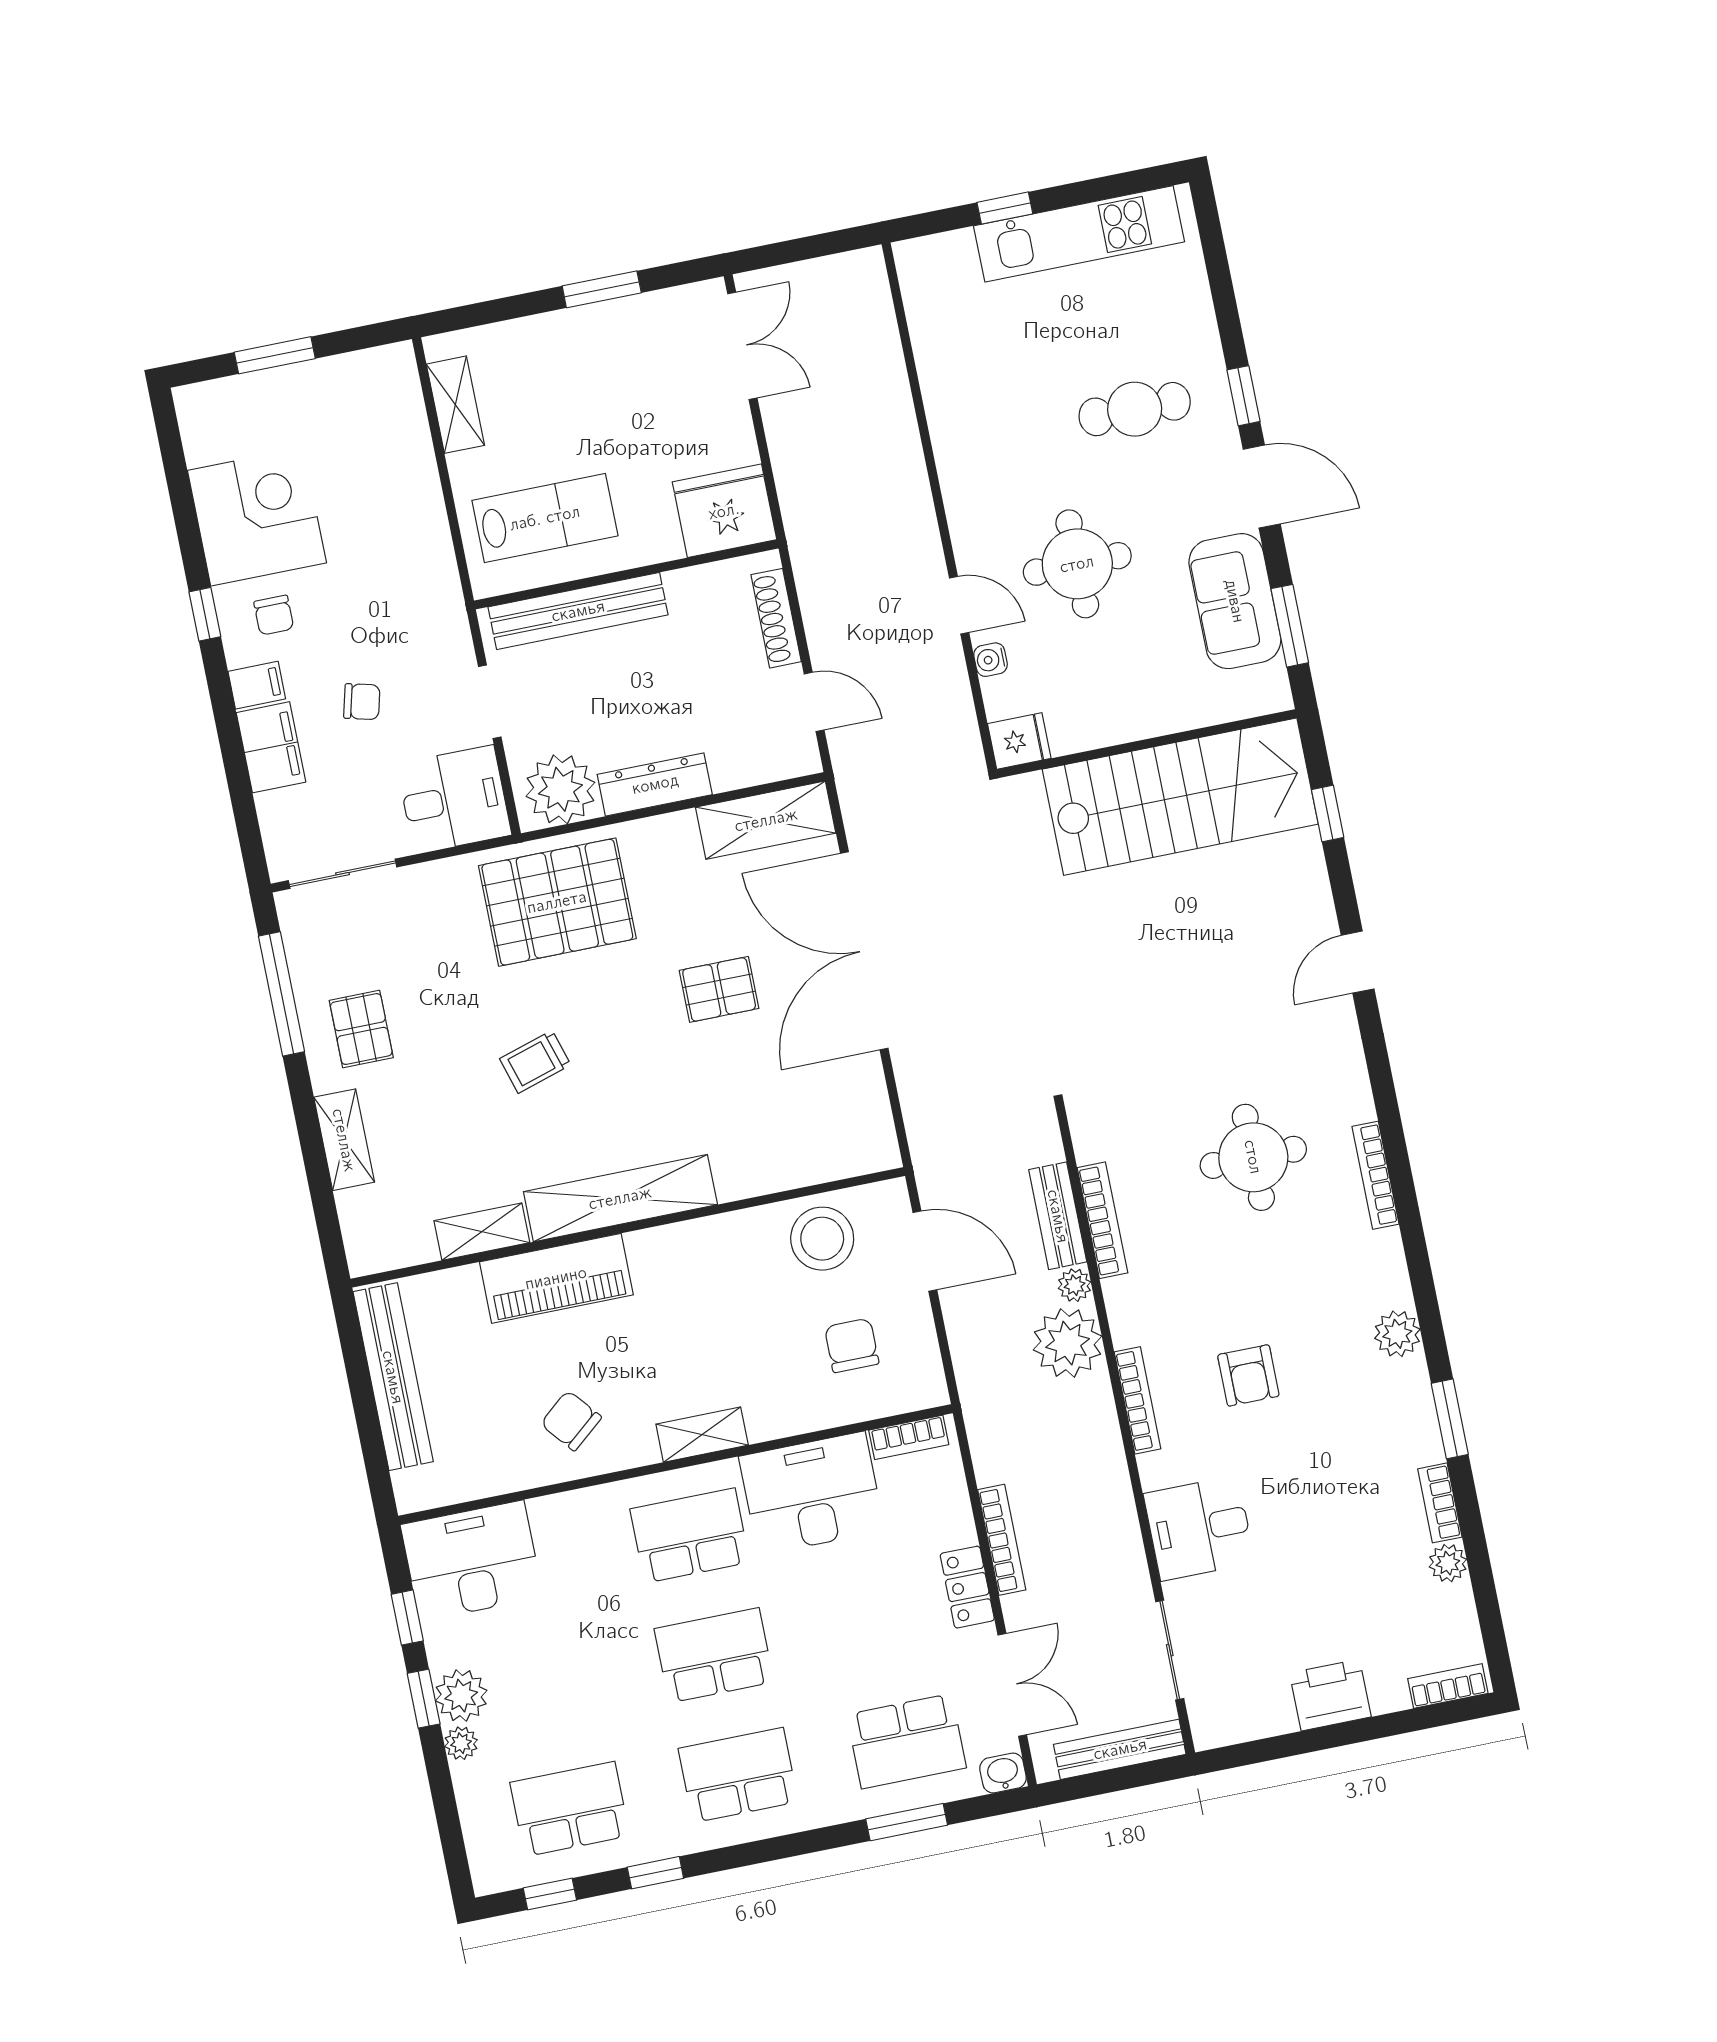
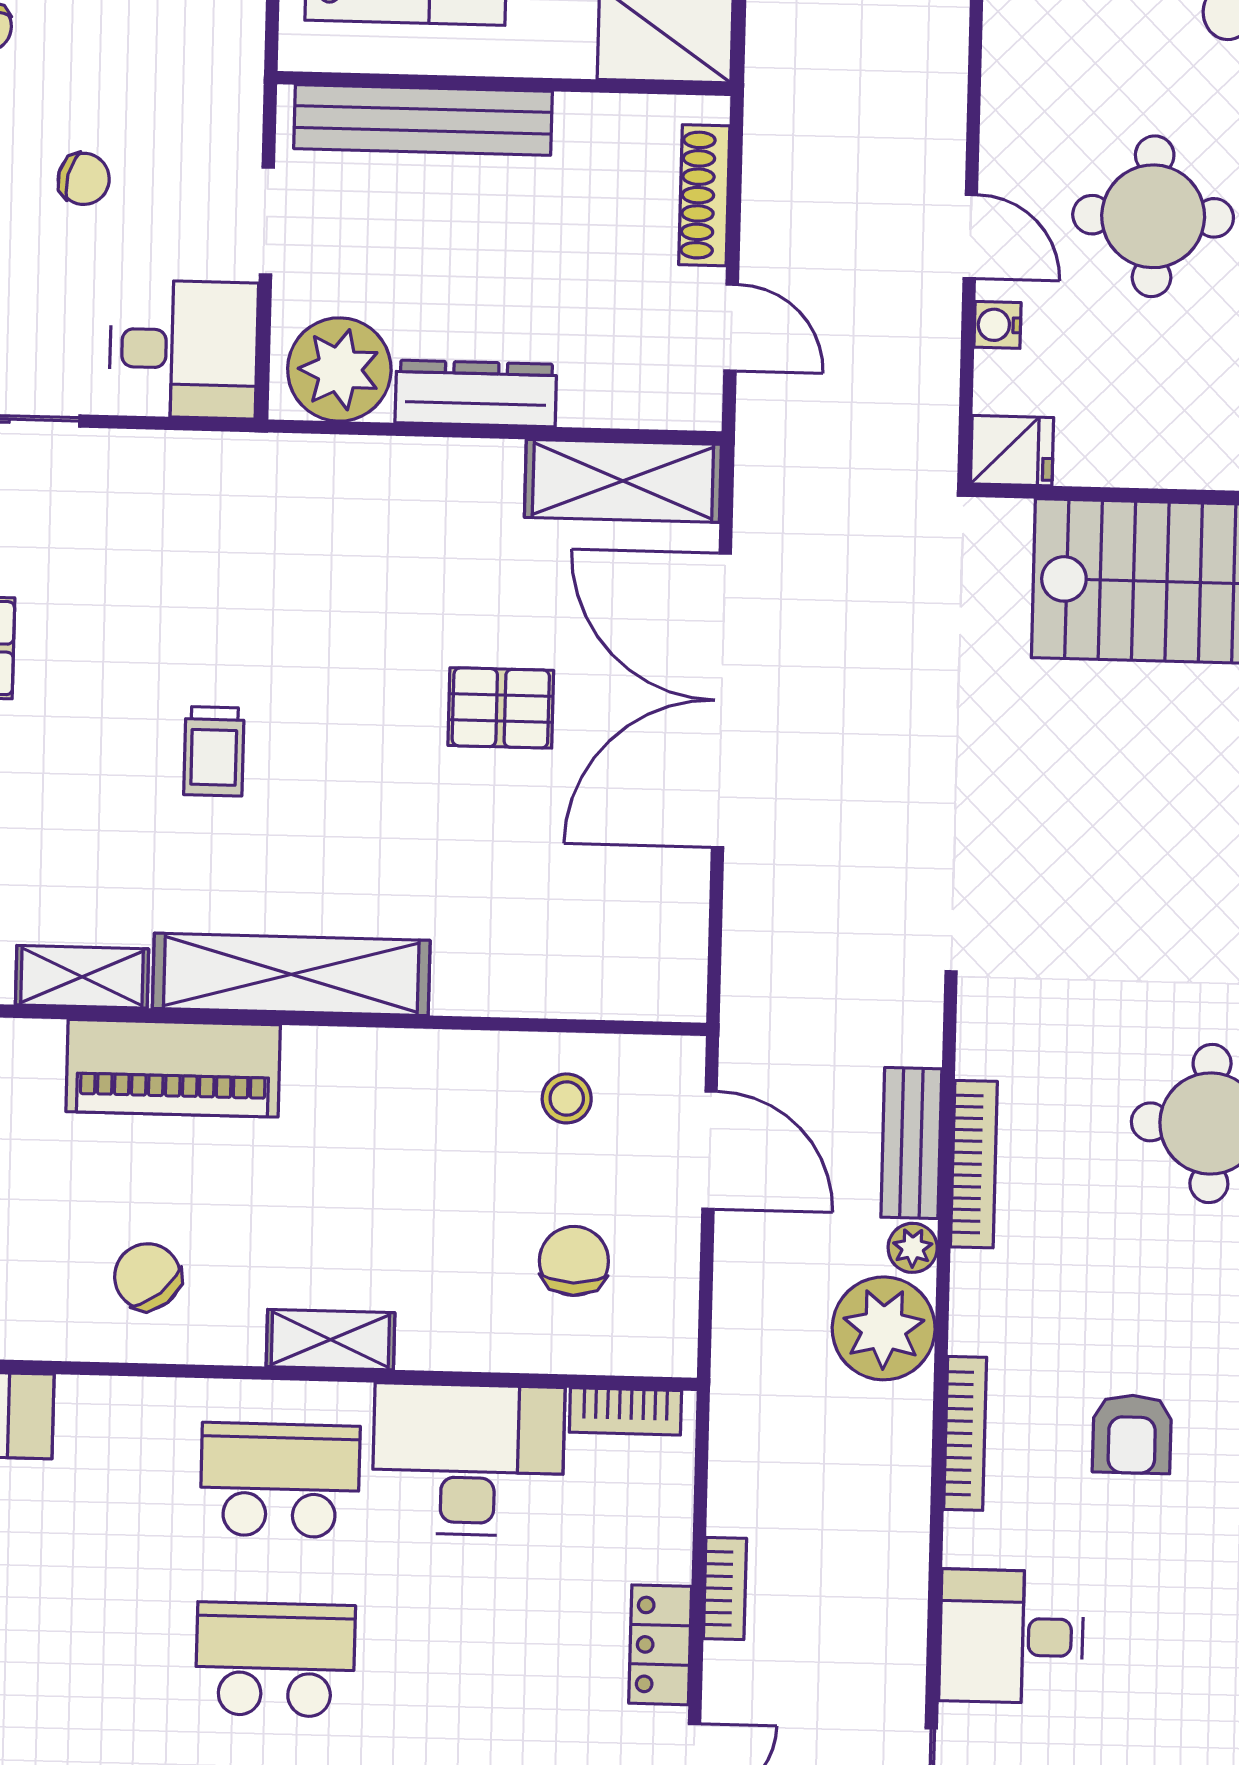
pallet: (557, 902) -> (298, 530), removed
trolley: (535, 1062) -> (214, 751), turned -73
stool: (822, 1239) -> (567, 1098), width x0.53, depth x0.53
bookcase: (1002, 1540) -> (725, 1588), width x0.64

